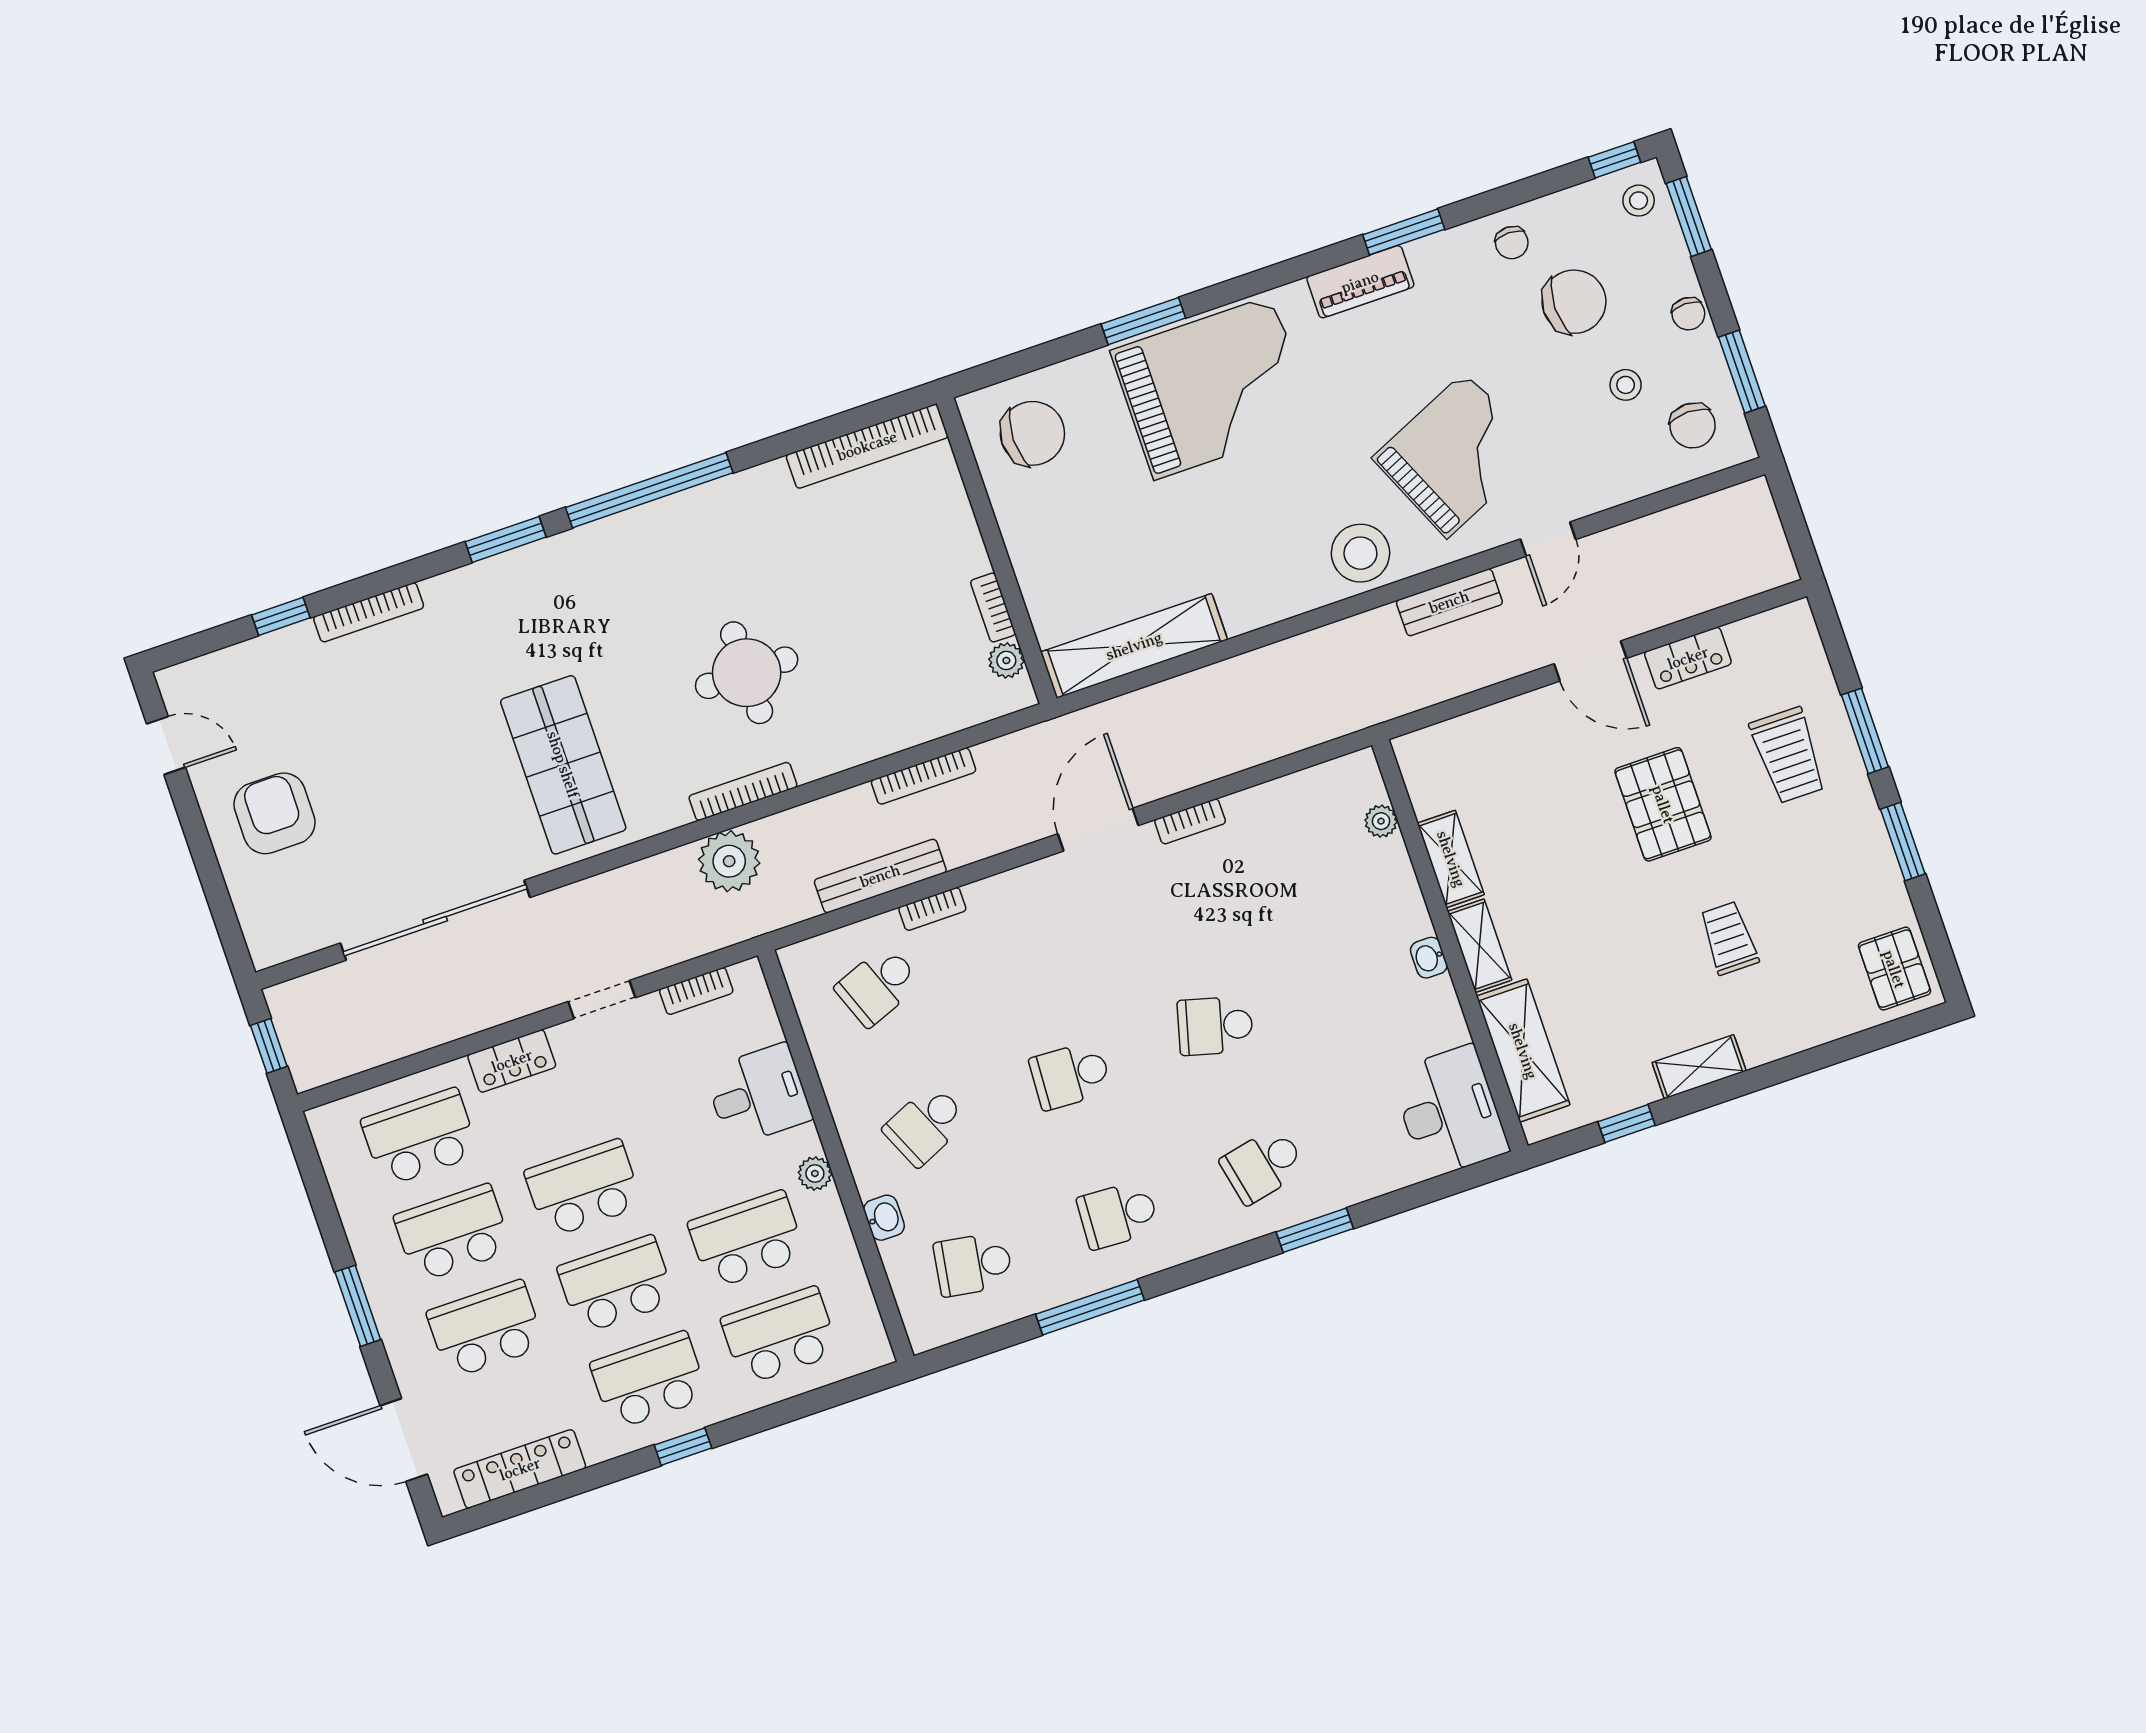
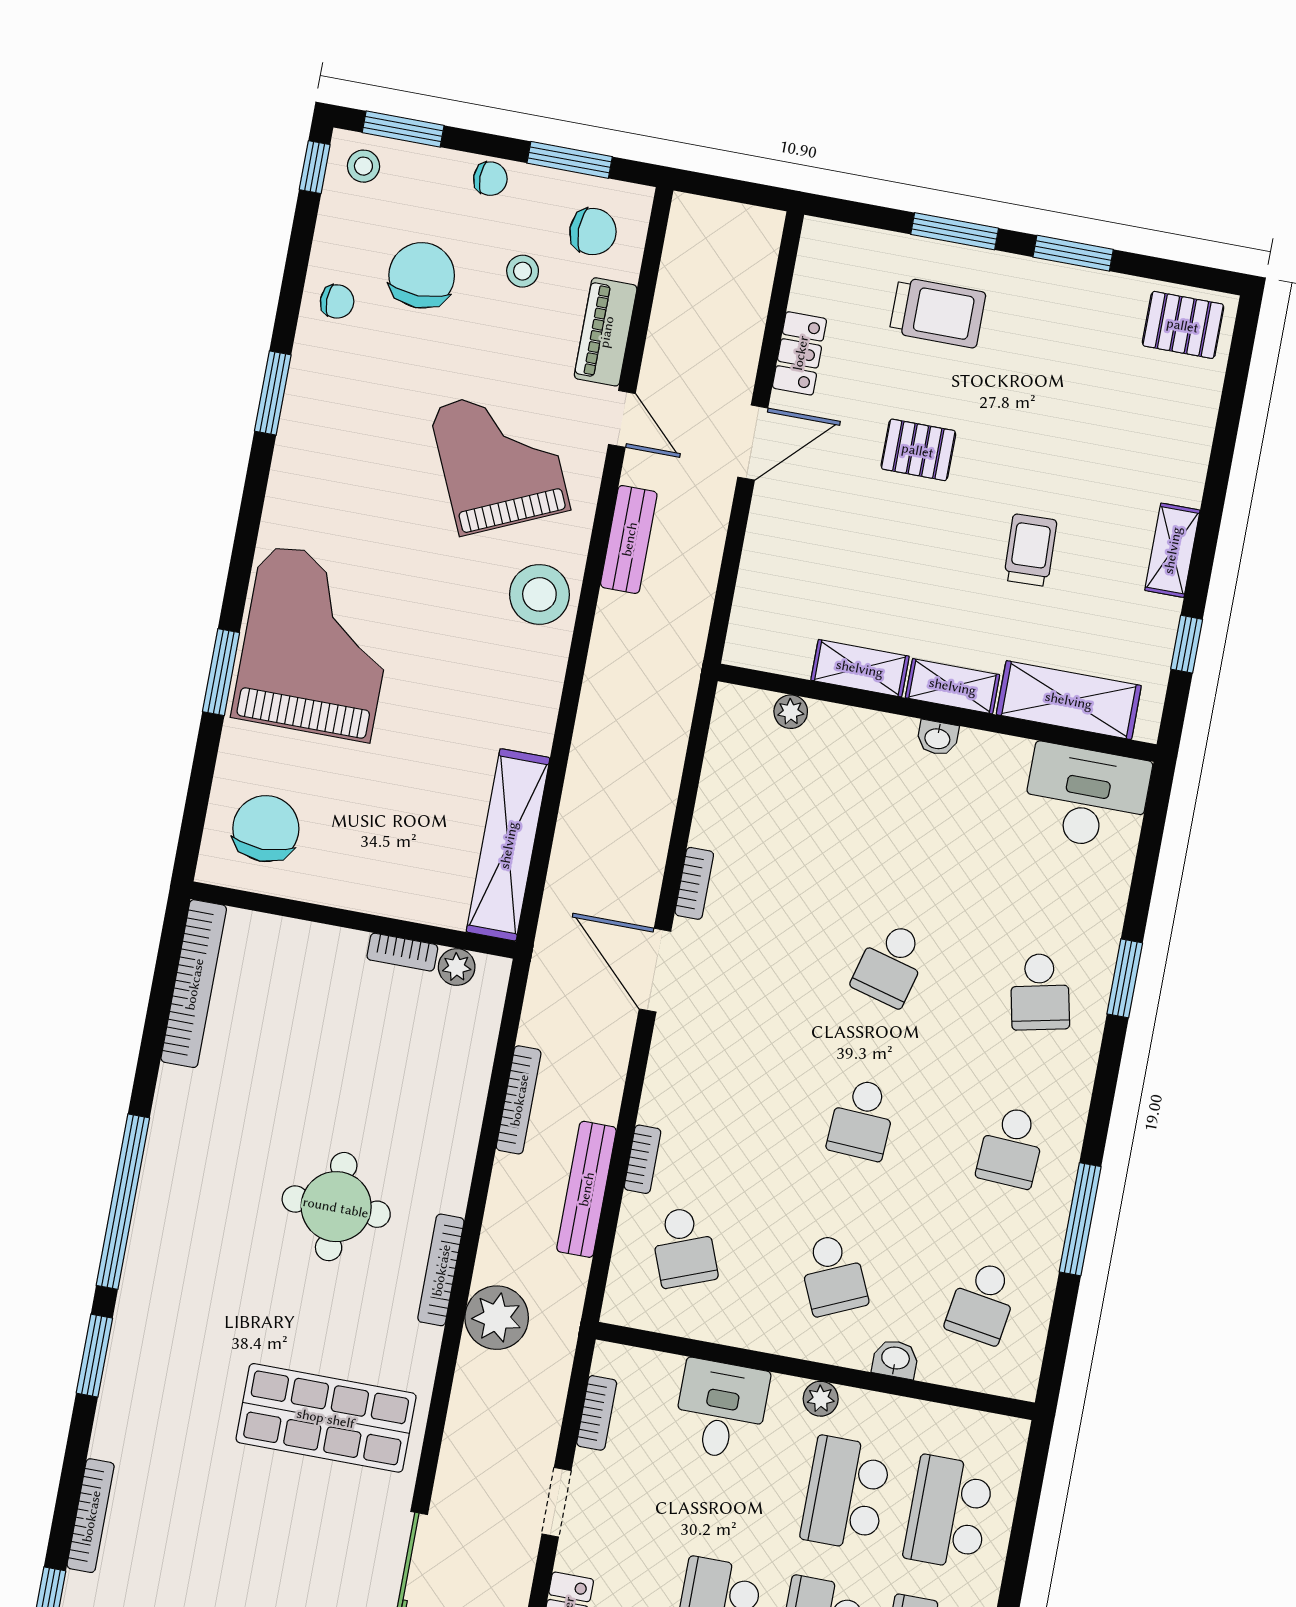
piano: (1360, 282) -> (606, 332), moved, turned 180
pallet: (1663, 804) -> (918, 450), width x0.67, depth x0.71
trolley: (1729, 938) -> (1030, 550), moved, turned 88

